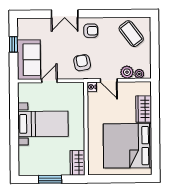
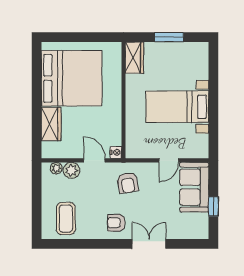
coffee table: (131, 34) -> (66, 219), turned 37

